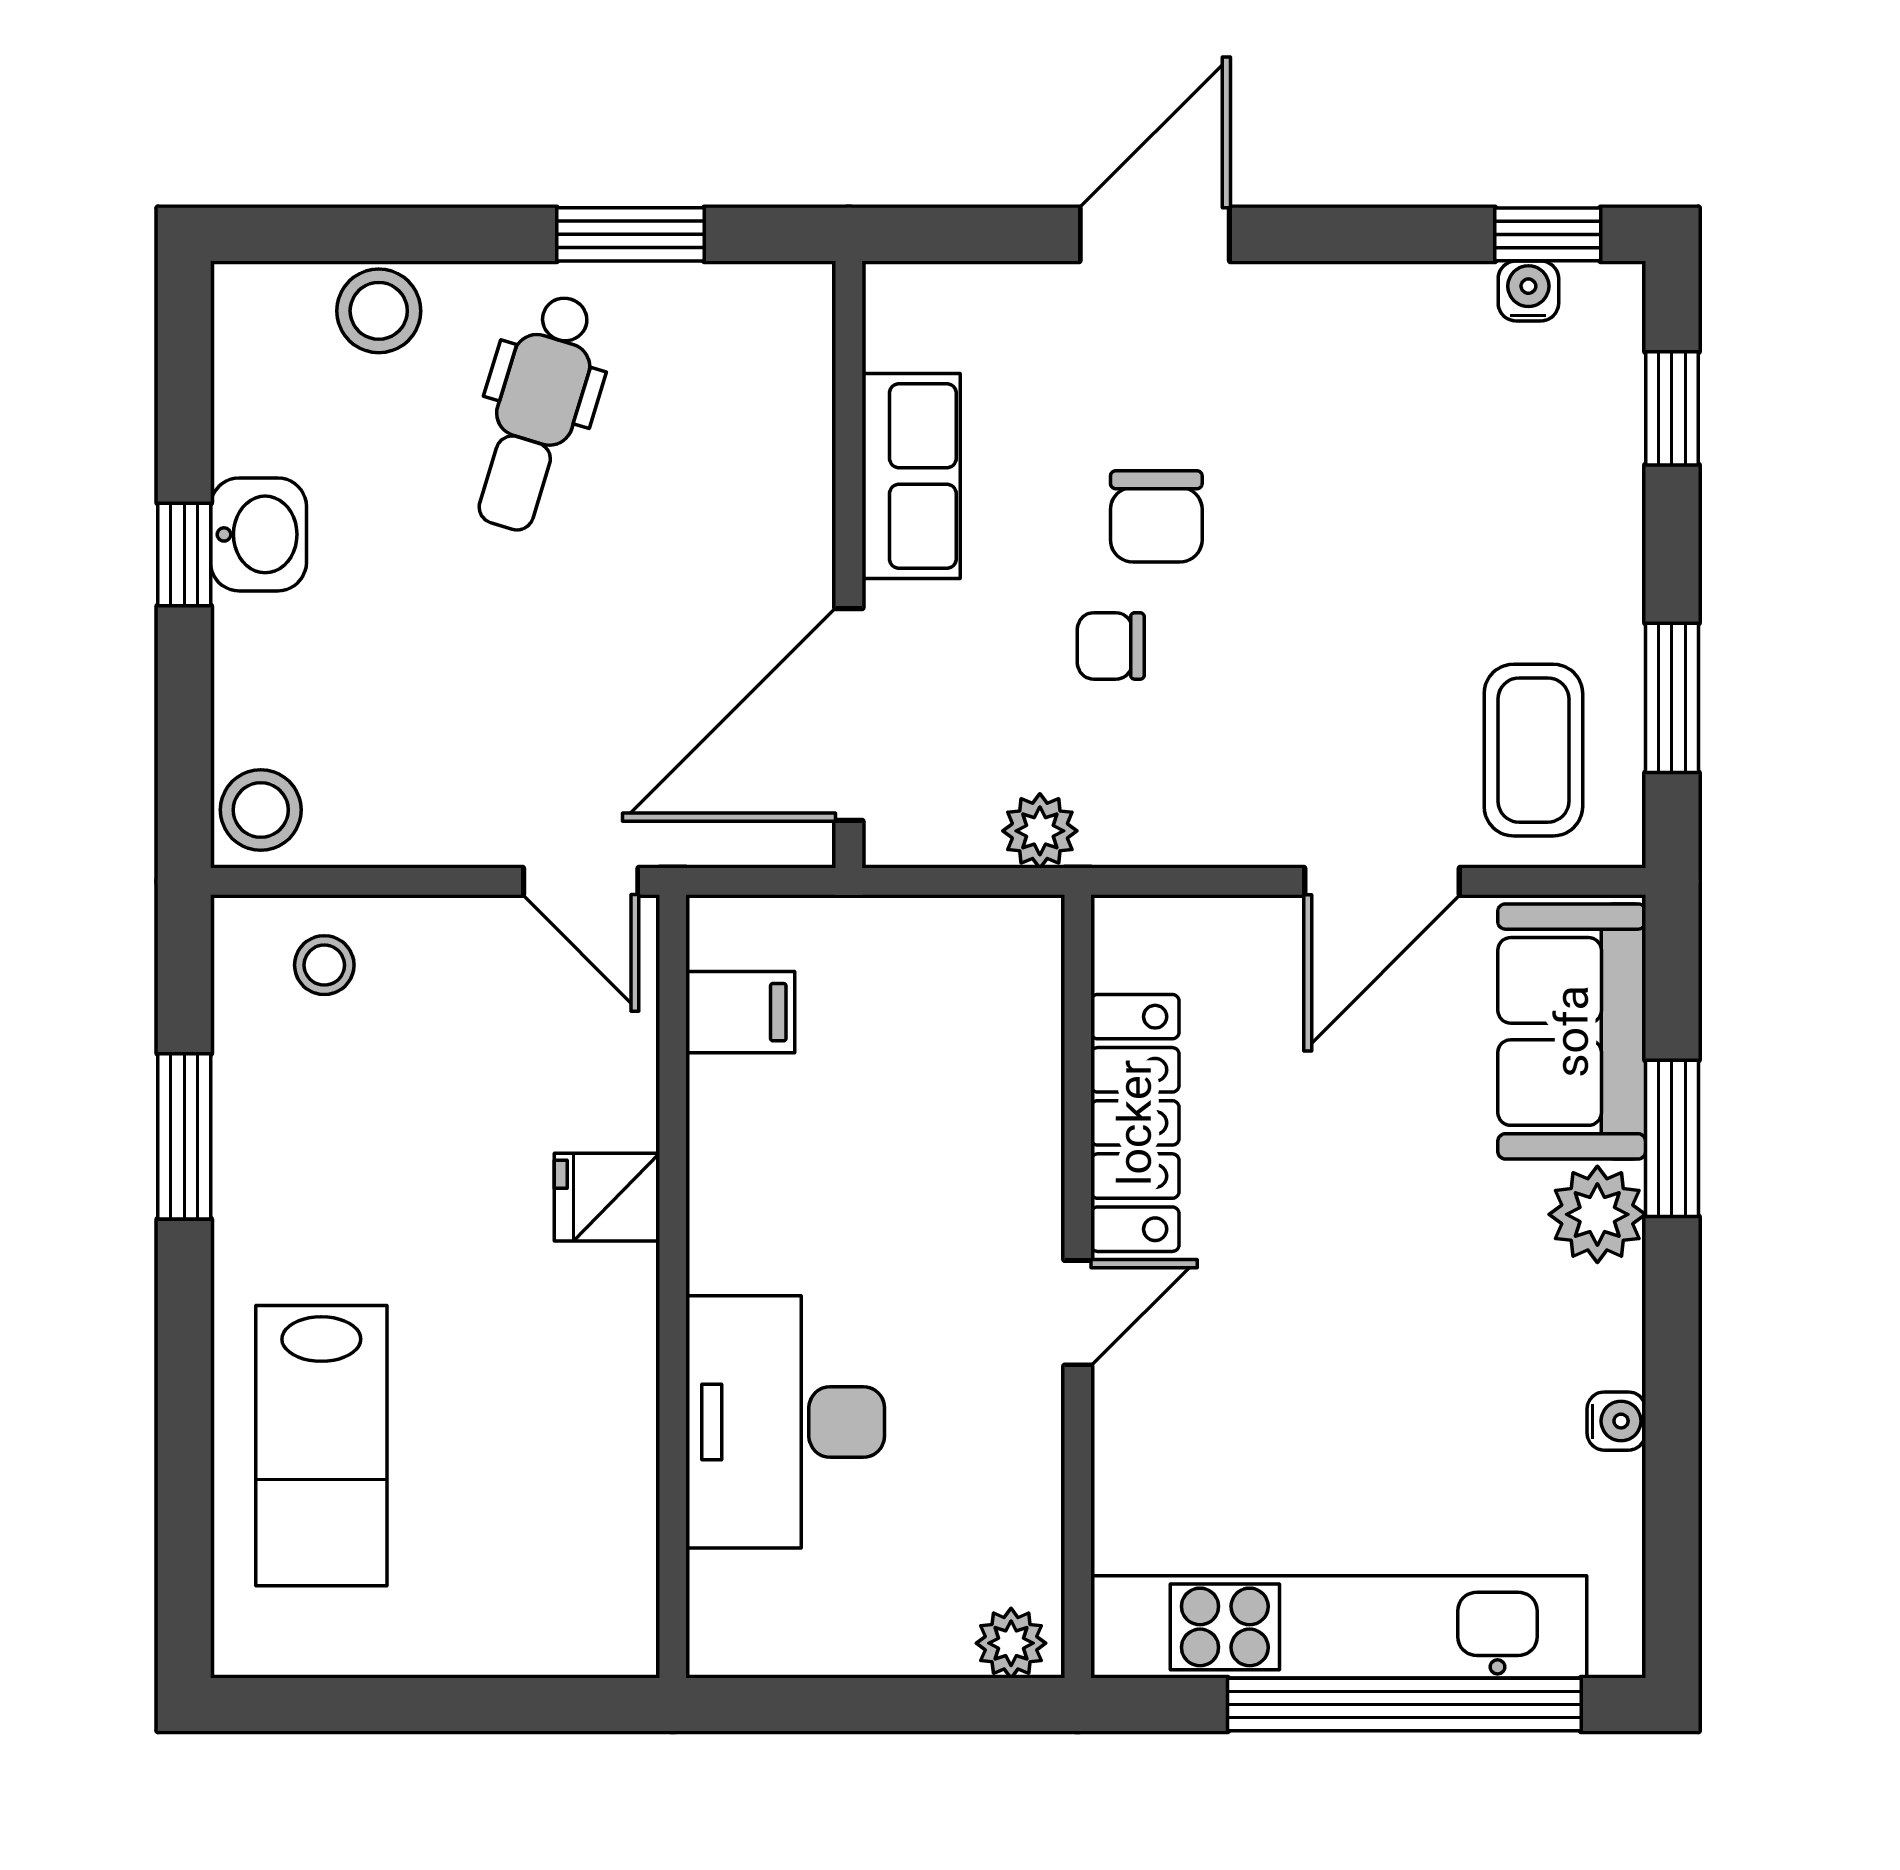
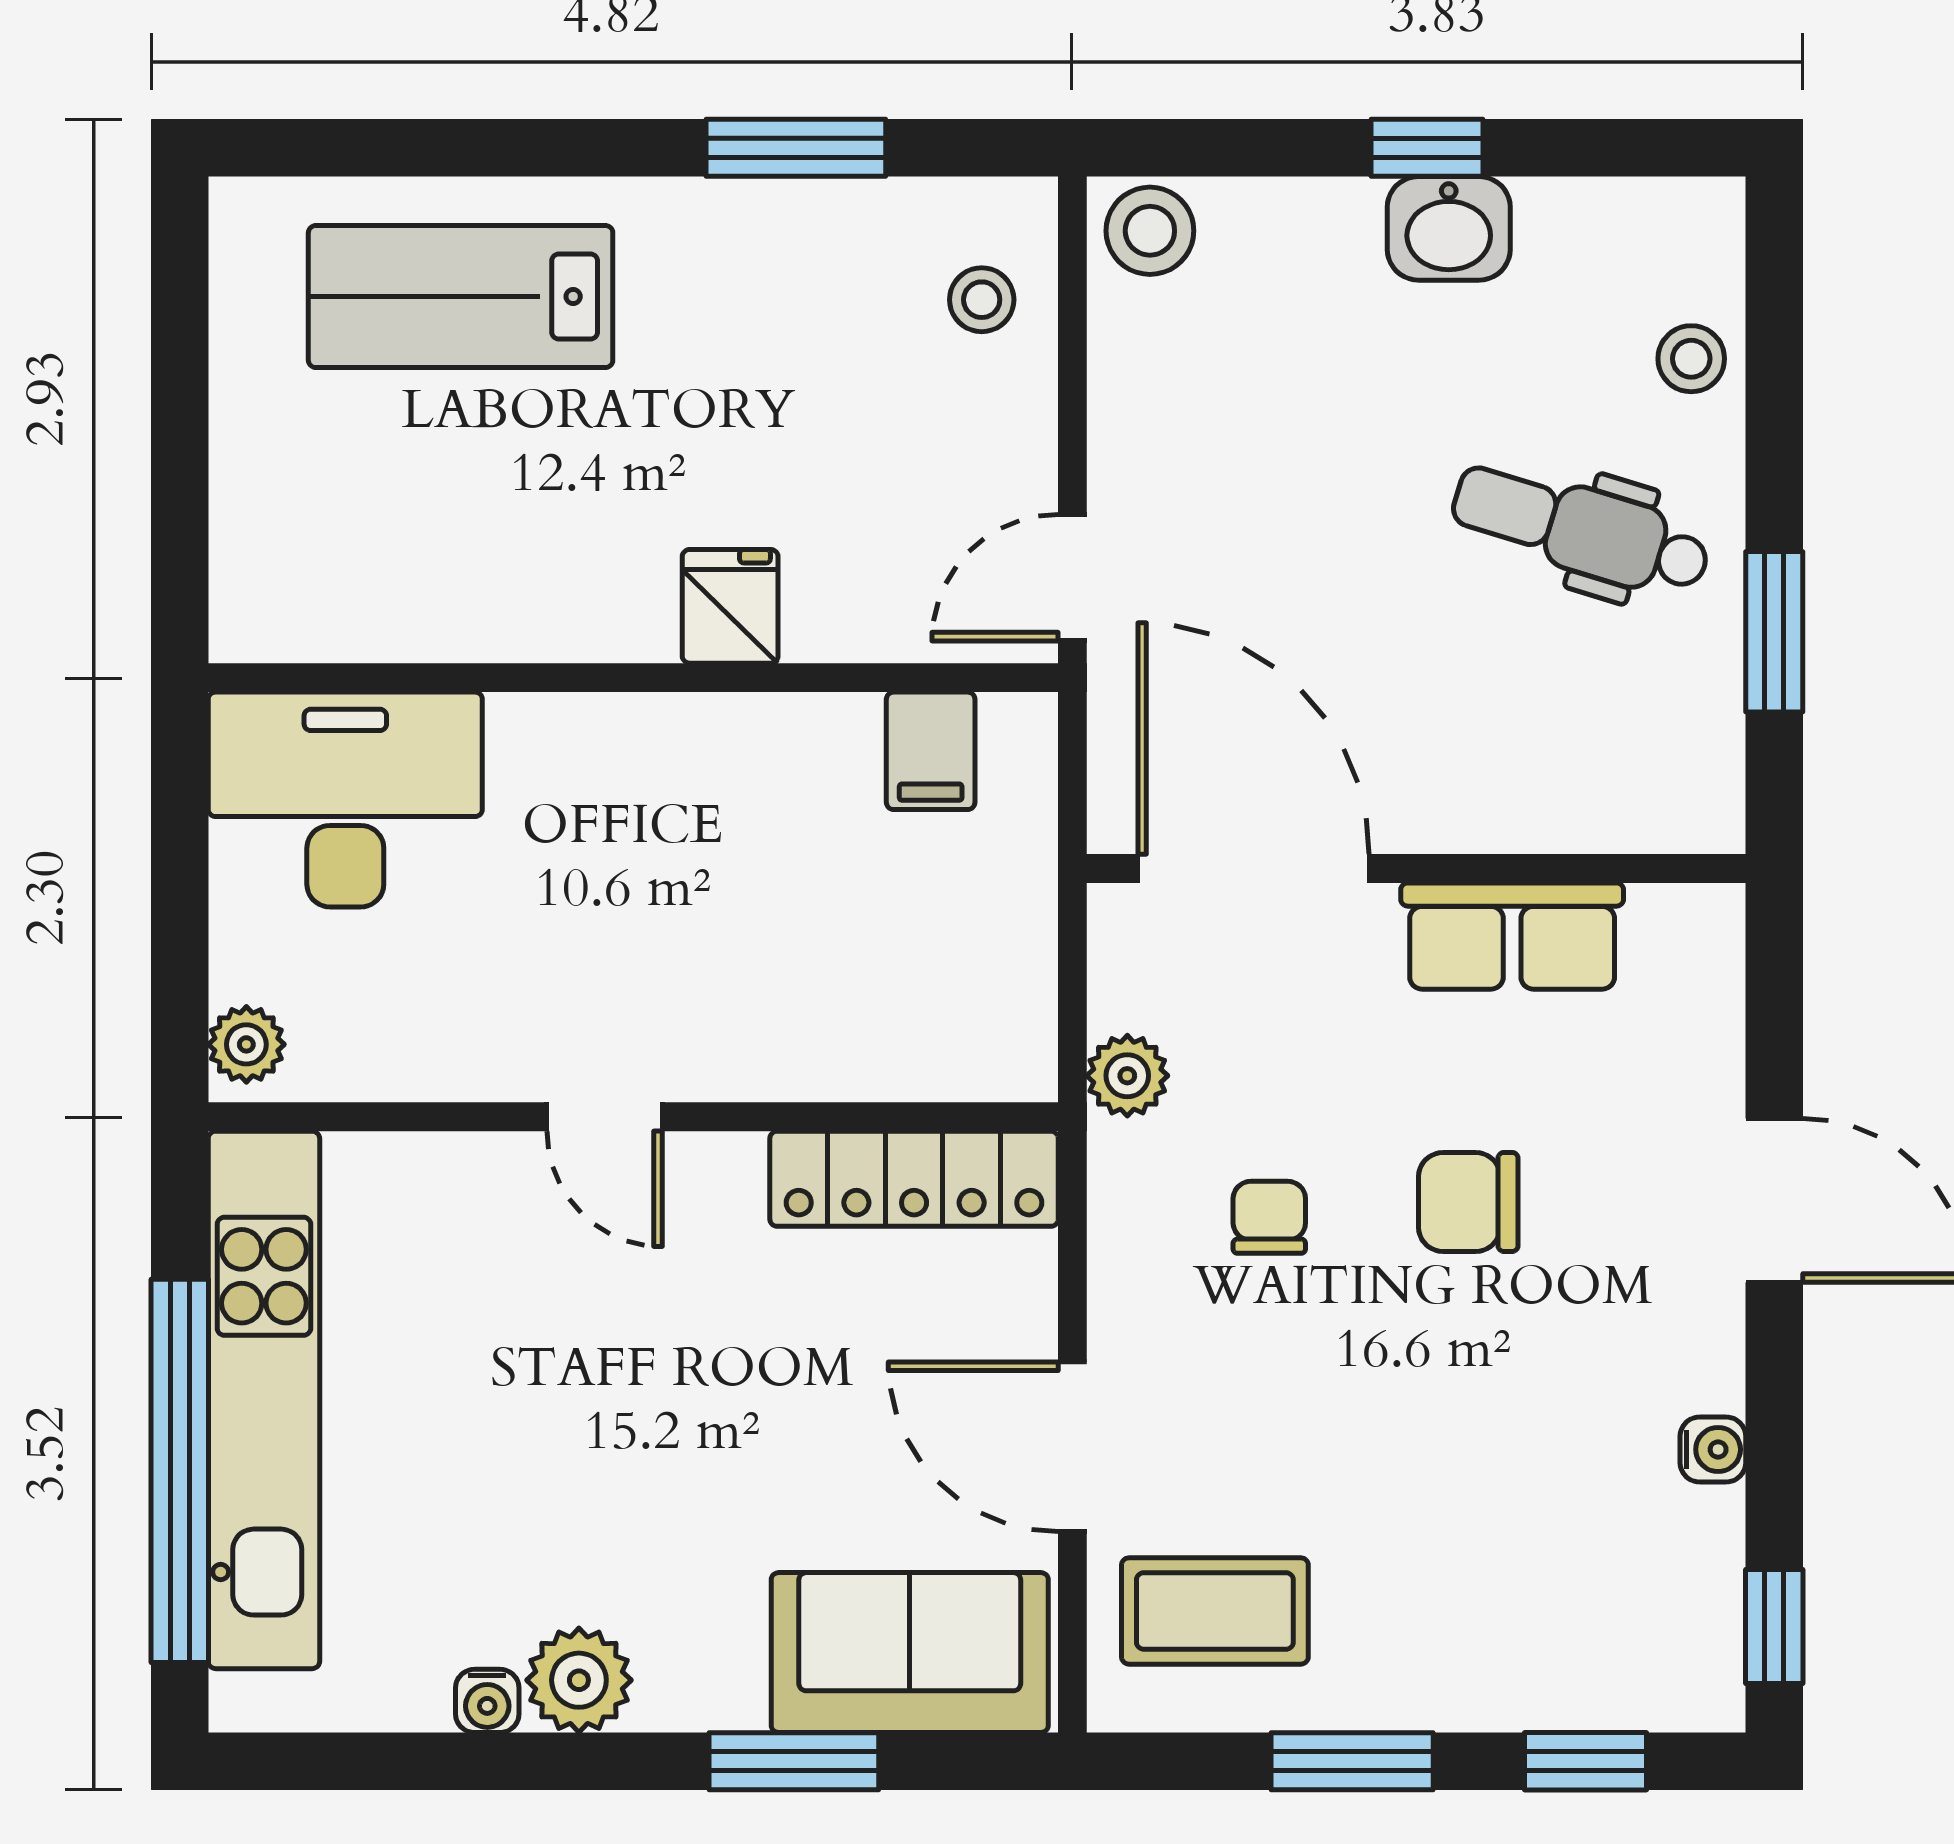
water cooler: (1528, 291) -> (1713, 1449), moved
stool: (379, 311) -> (1691, 359), width x0.73, depth x0.73
chair: (1111, 646) -> (1269, 1217), moved
window: (1672, 698) -> (1352, 1761), moved
locker: (1135, 1123) -> (914, 1179), moved
plant: (1597, 1214) -> (579, 1680), moved
desk: (785, 1422) -> (345, 800), moved

